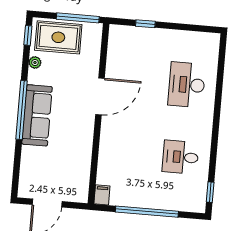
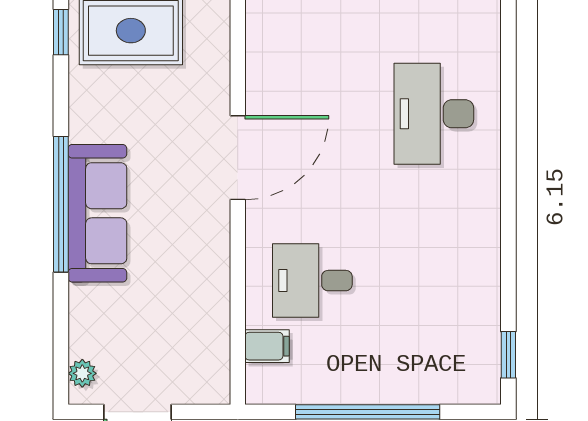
plant: (35, 63) -> (82, 373), moved
desk: (181, 157) -> (312, 281), moved
filing cabinet: (102, 195) -> (267, 346), moved, turned 90

